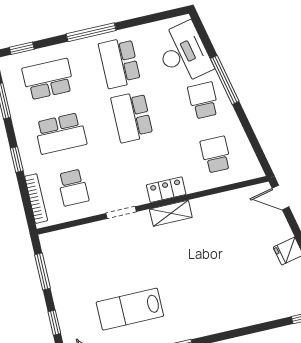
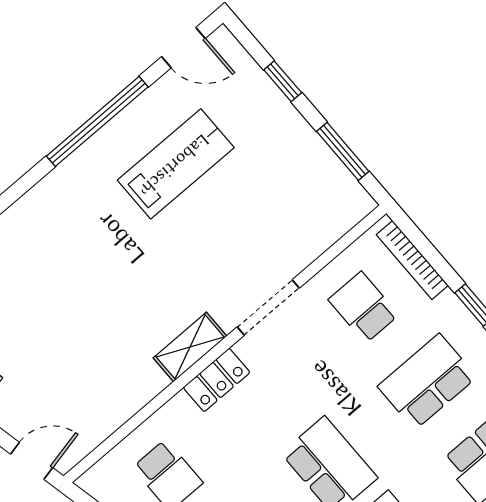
doorway: (121, 213) -> (268, 307), width x1.38

